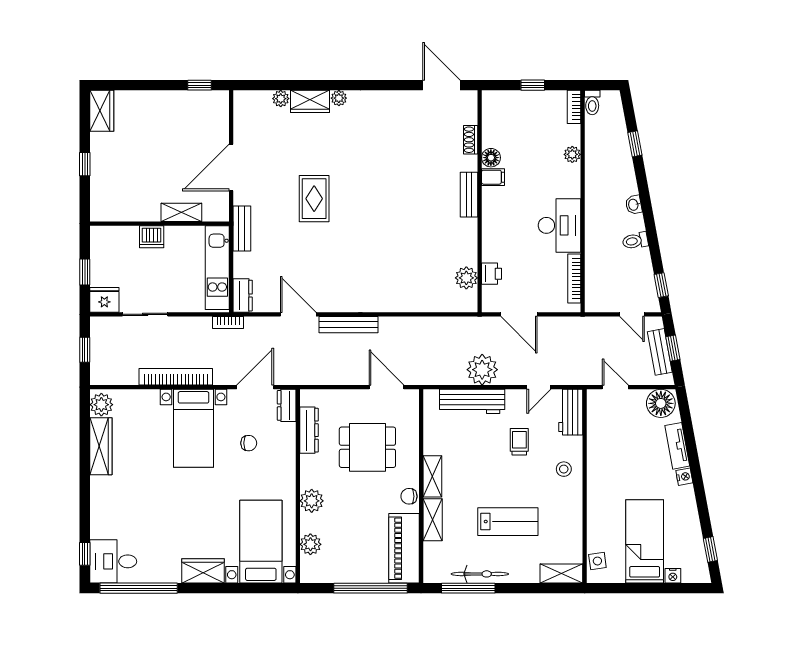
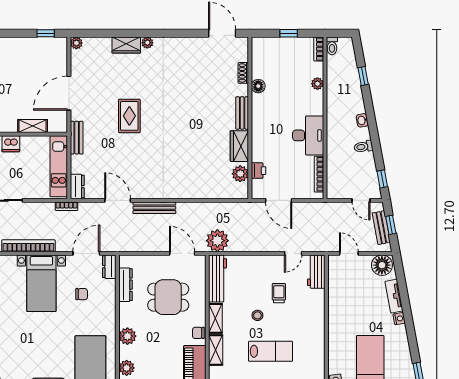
plant: (281, 99) -> (76, 43), moved
filing cabinet: (493, 177) -> (260, 100), removed
wardrobe: (465, 240) -> (239, 146), added
plant: (482, 370) -> (217, 241), moved
workbench: (472, 401) -> (218, 278), moved, turned -90
stool: (564, 469) -> (257, 315), moved

